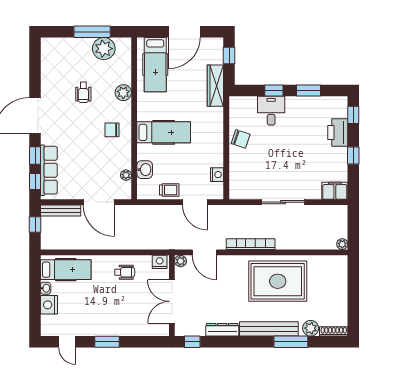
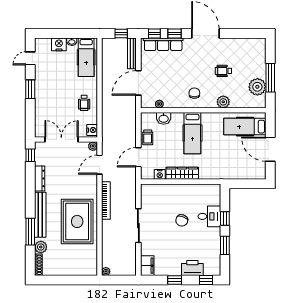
window: (229, 55) -> (252, 184), removed
wardrobe: (215, 86) -> (182, 173), moved
chair: (241, 139) -> (182, 220), moved

